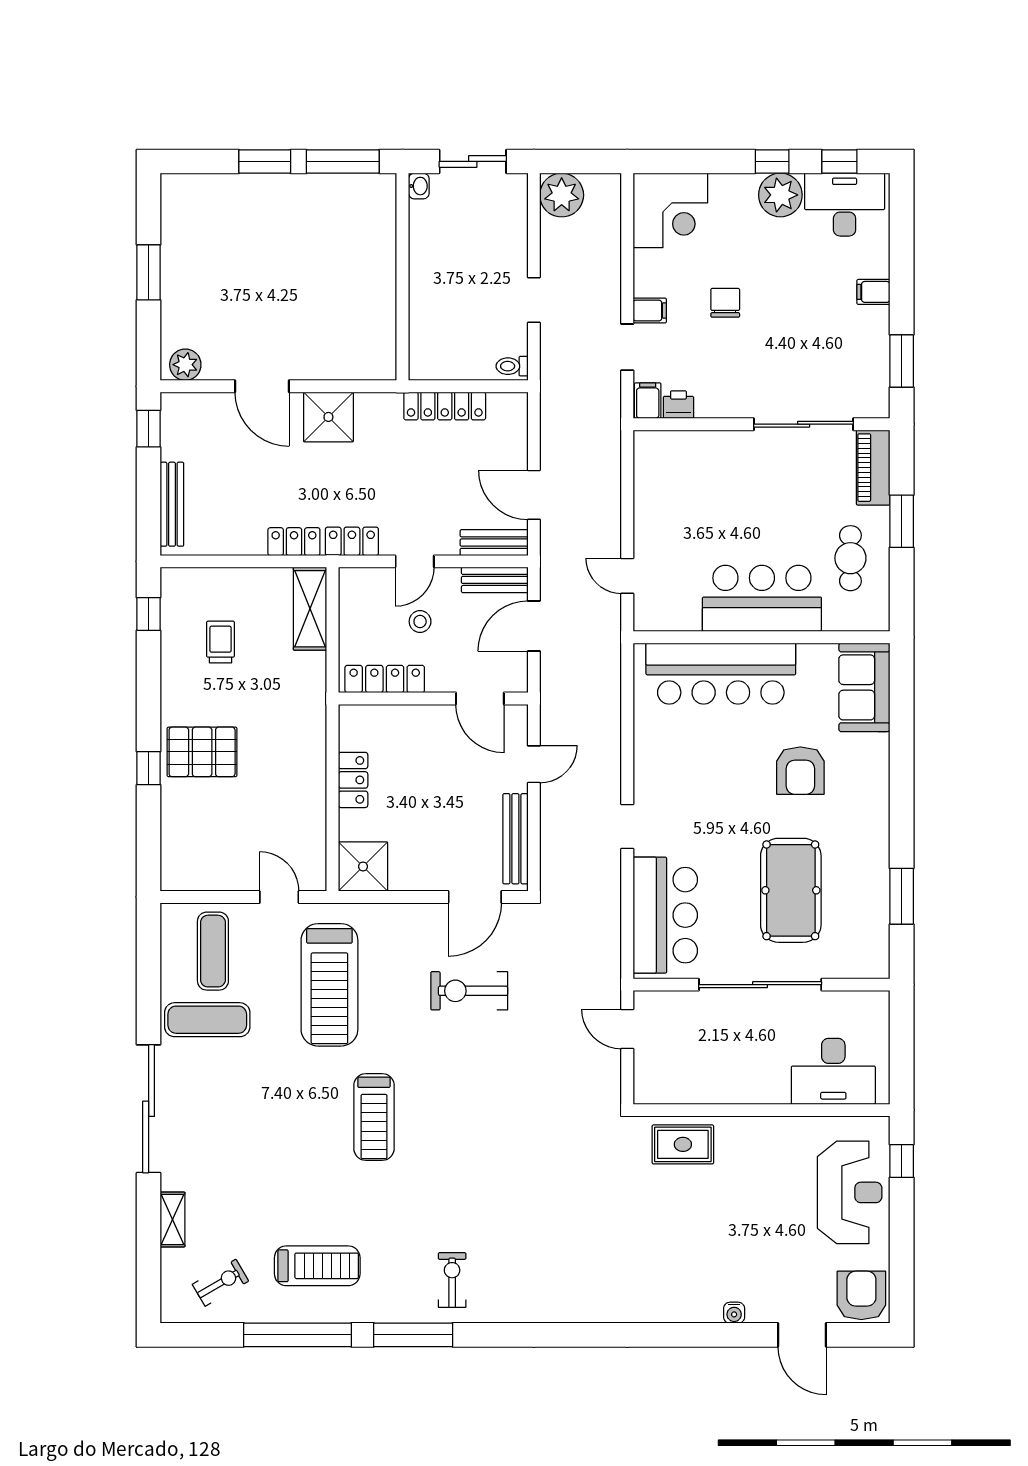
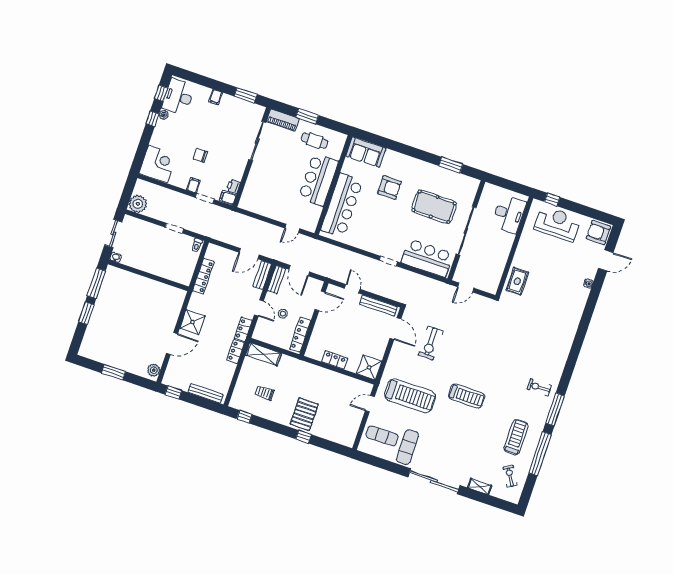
plant: (780, 195) -> (164, 115), width x0.53, depth x0.53

